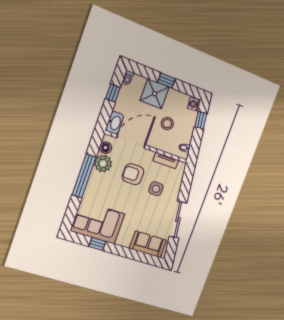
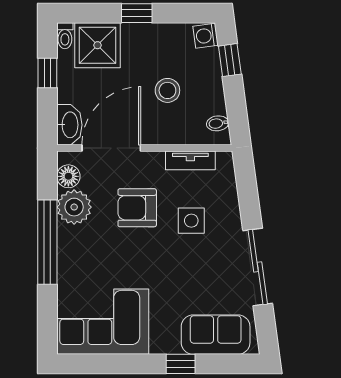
shower: (155, 94) -> (97, 45), moved
window: (97, 244) -> (181, 364), moved

